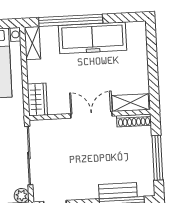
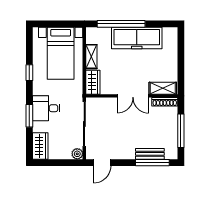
shelving: (32, 43) -> (91, 57), moved
double door: (91, 115) -> (133, 96), swing flipped

